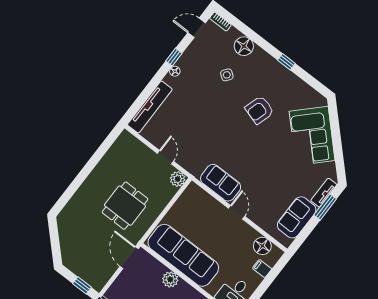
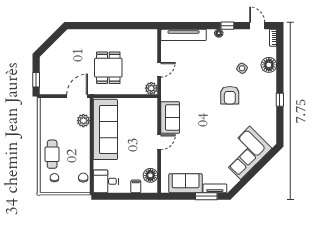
armchair: (260, 110) -> (230, 95), moved, turned -107
dining table: (125, 206) -> (108, 68), turned 90
plant: (170, 279) -> (83, 121), moved

